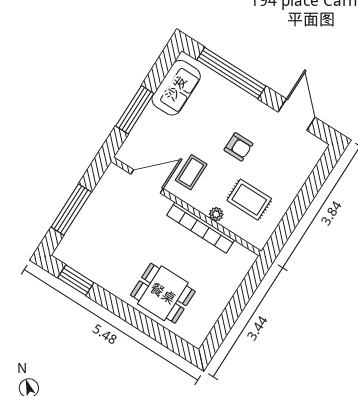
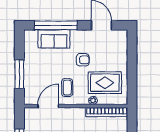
sofa: (176, 88) -> (54, 39), moved, turned 90
rug: (249, 200) -> (105, 83), width x1.36, depth x1.43
bookcase: (201, 228) -> (107, 112), moved

